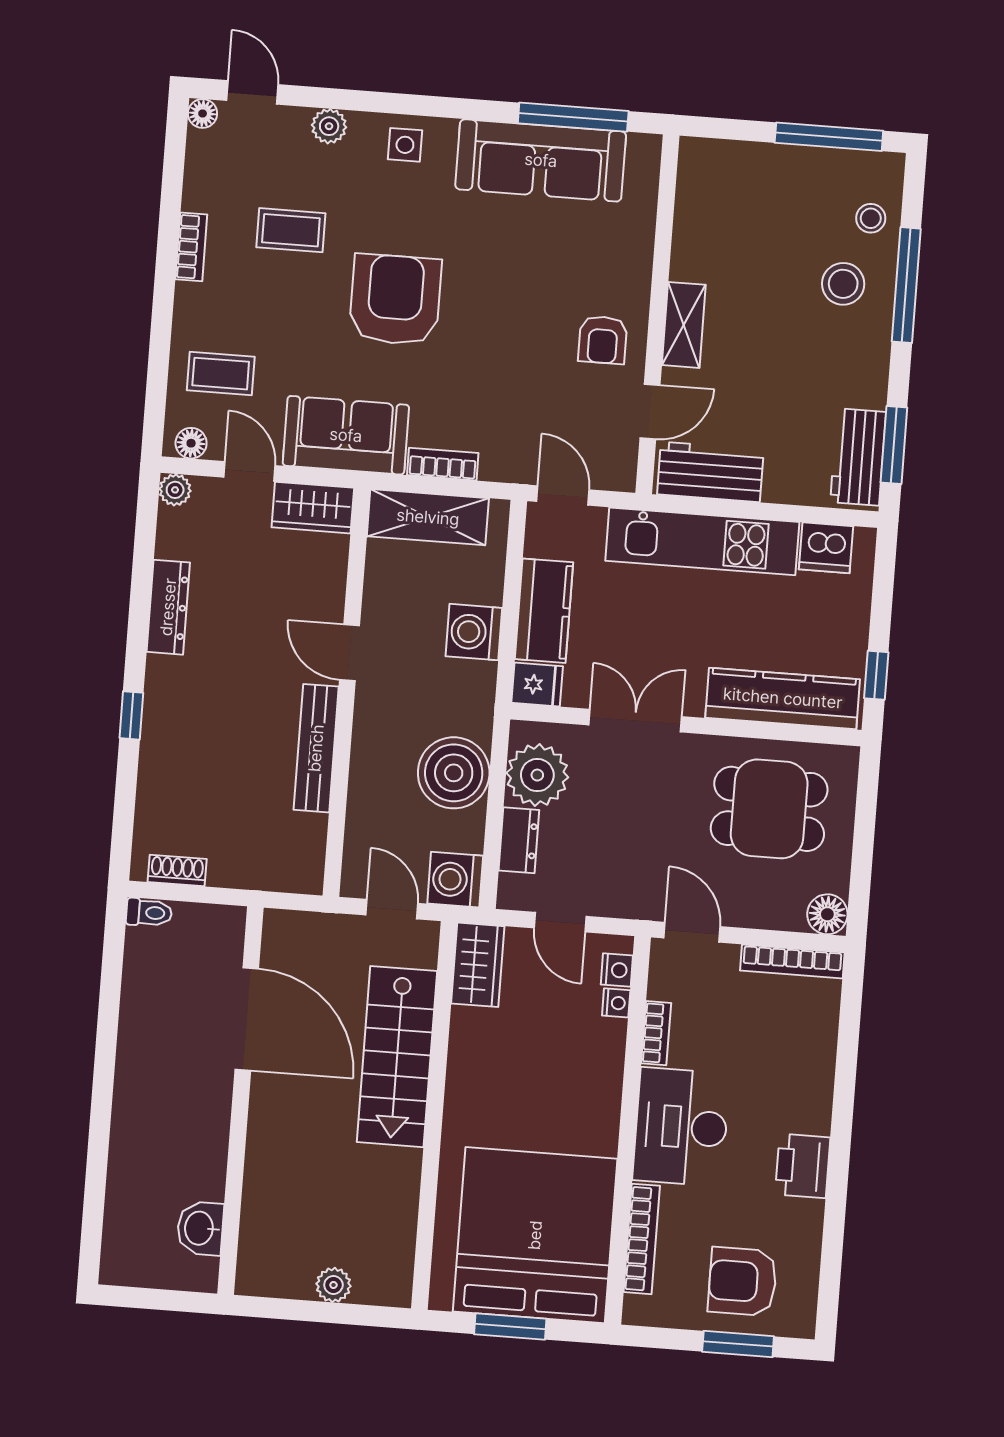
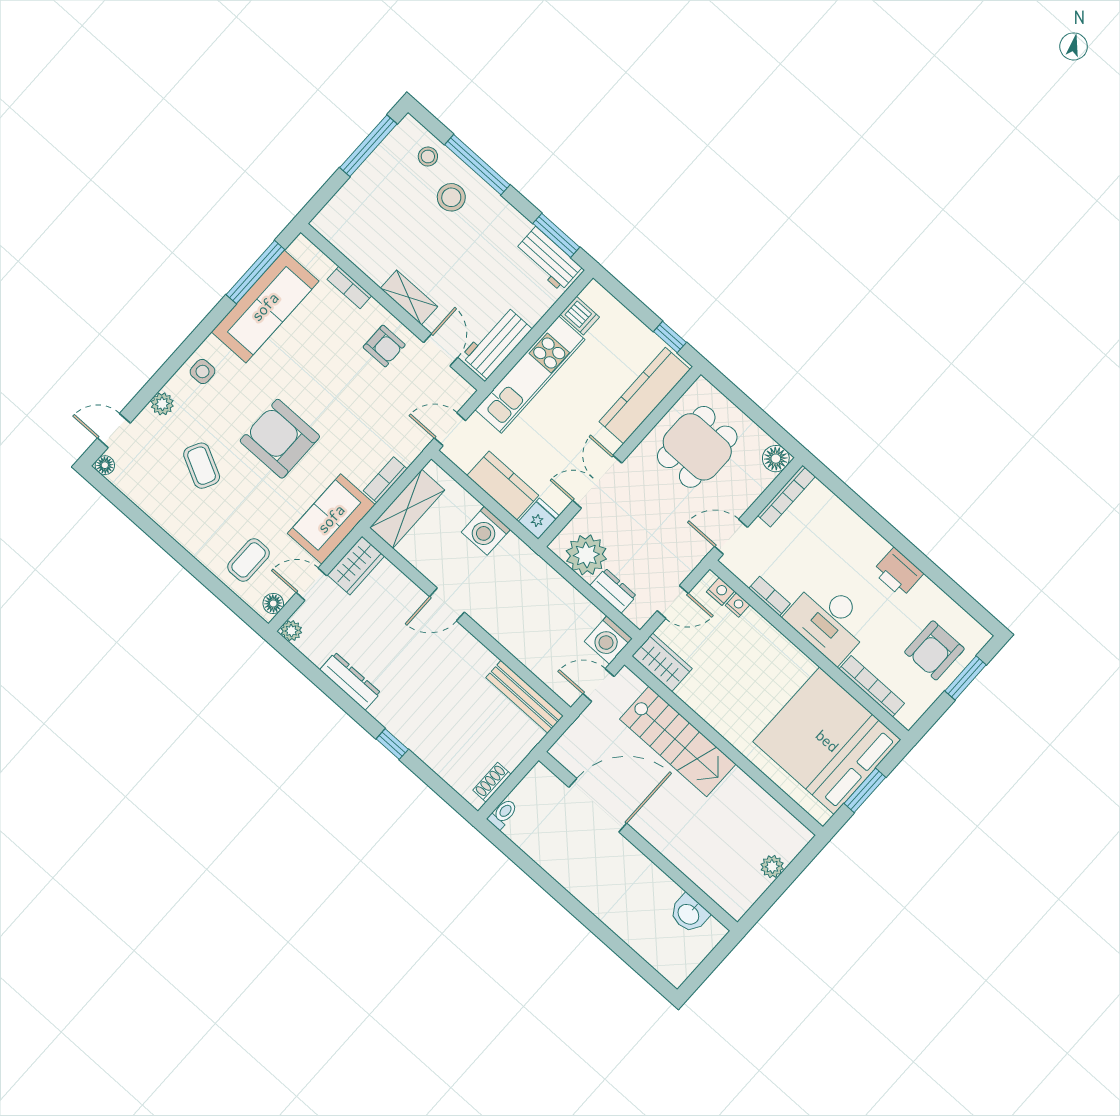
coffee table: (291, 230) -> (202, 466), turned -63
bookcase: (191, 247) -> (349, 288), moved, turned 180
dishwasher: (826, 548) -> (580, 316), width x0.73
bench: (316, 748) -> (525, 697), moved
boiler: (454, 773) -> (552, 598), removed

